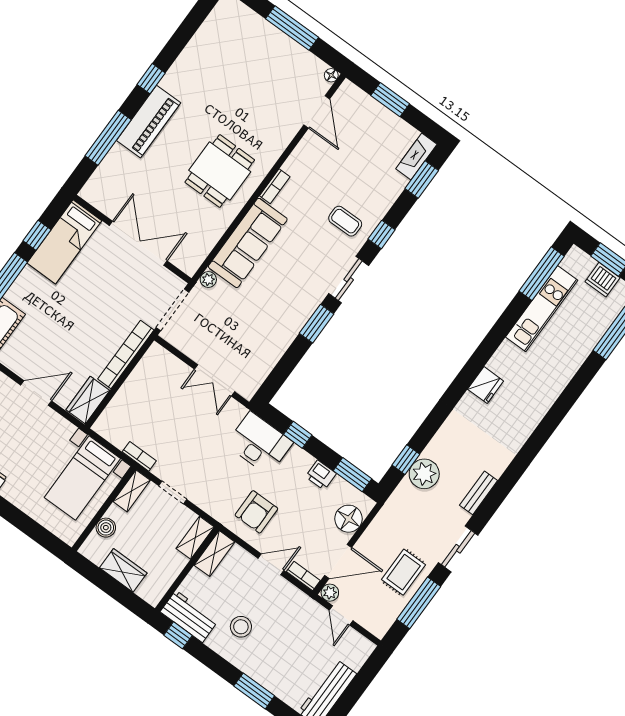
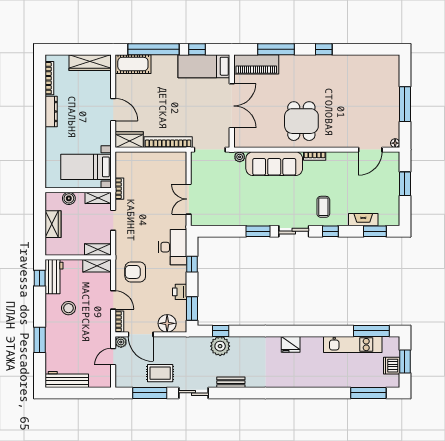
piano: (149, 122) -> (256, 64), moved
fireplace: (416, 157) -> (363, 220), moved
dining table: (220, 171) -> (301, 121), turned 90

